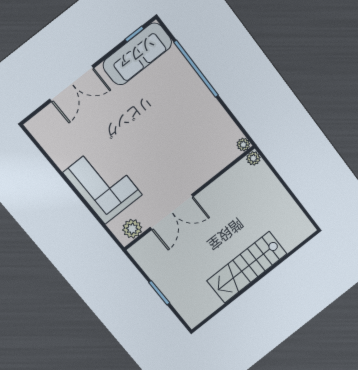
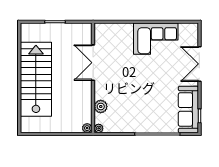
corner sofa: (103, 184) -> (156, 39), moved
plant: (132, 229) -> (101, 107), moved
stairs: (247, 267) -> (36, 79), width x1.36, depth x1.51

